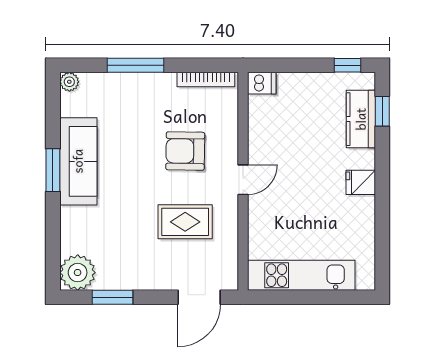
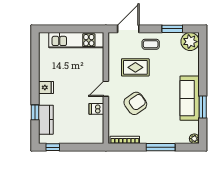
dishwasher: (262, 83) -> (96, 109), moved
window: (382, 111) -> (35, 112), moved
armchair: (185, 151) -> (135, 103), turned -36
window: (53, 170) -> (203, 107), moved
coffee table: (155, 267) -> (151, 44), added

